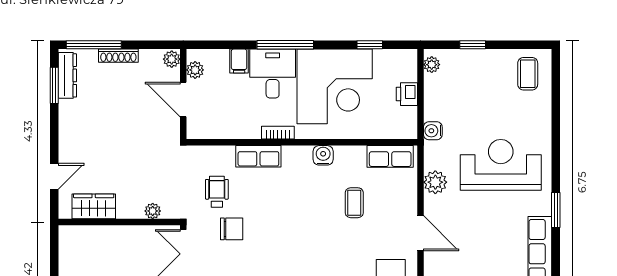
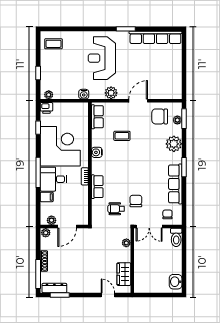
printer: (407, 94) -> (46, 108), moved

